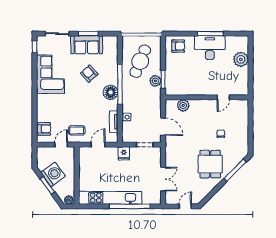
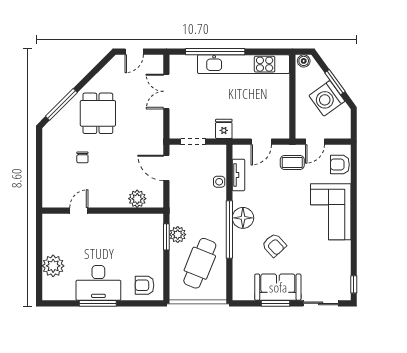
corner sofa: (50, 74) -> (331, 212), moved

